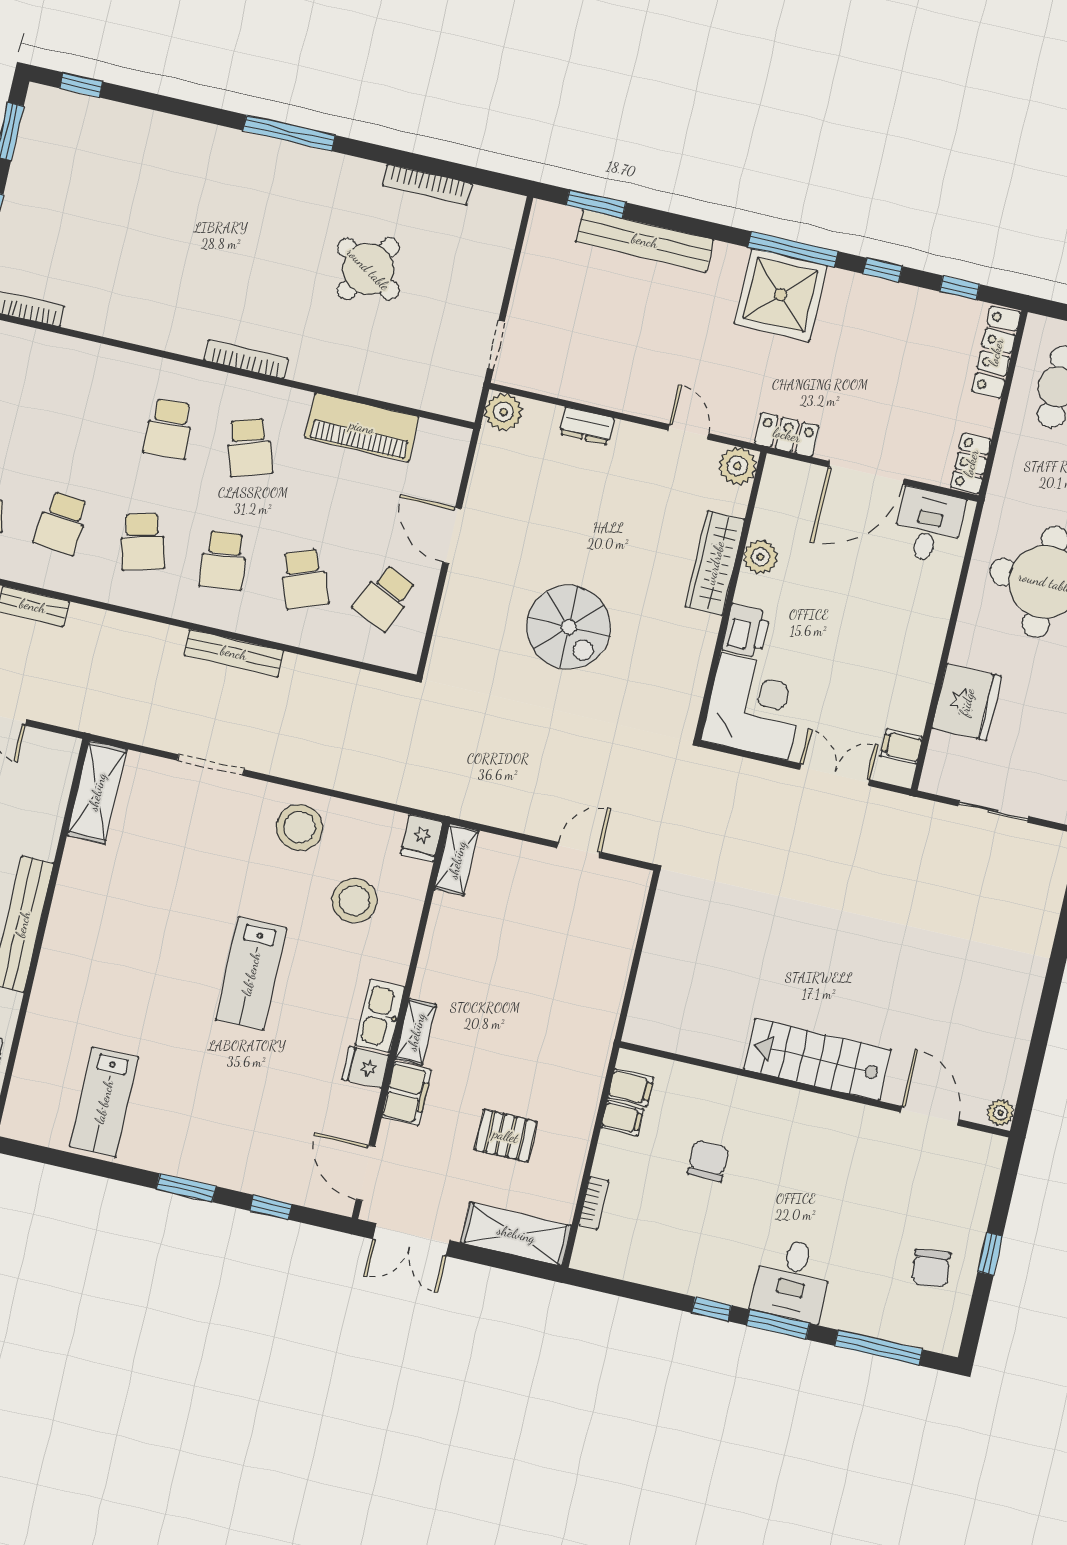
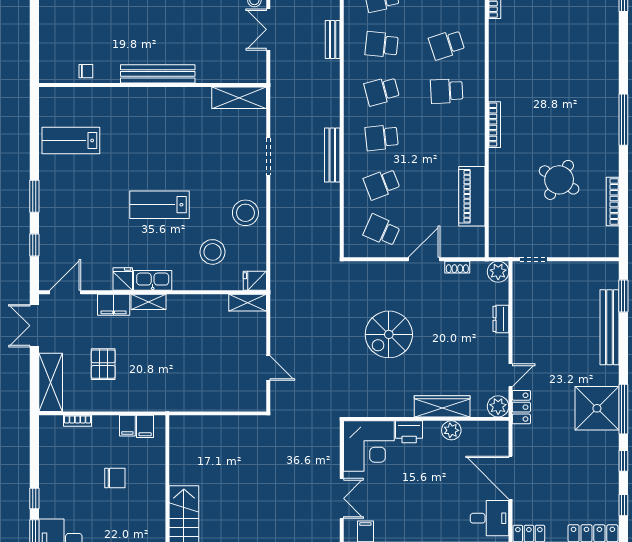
locker: (787, 435) -> (521, 407), moved
school desk: (249, 447) -> (447, 45), moved
shoe rack: (479, 481) -> (457, 267), added

